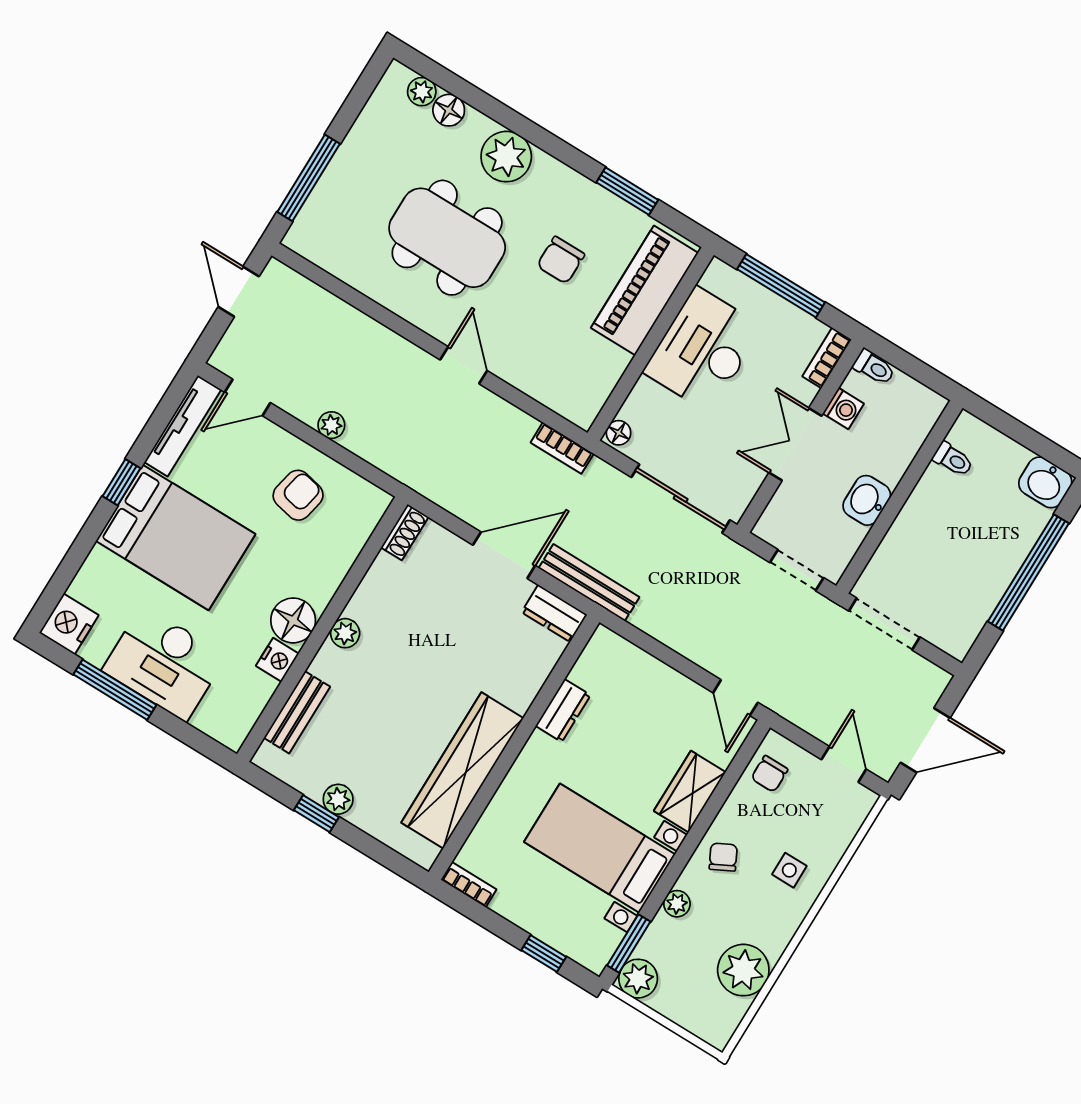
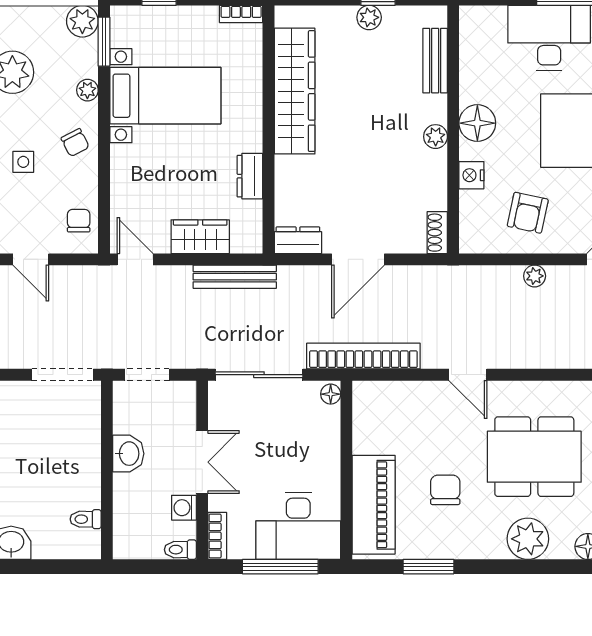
desk: (703, 350) -> (298, 526), moved, turned 90
bookcase: (562, 448) -> (363, 356), width x2.31, depth x1.31
bench: (589, 583) -> (235, 277), moved
nightstand: (277, 660) -> (471, 175), moved
wardrobe: (690, 792) -> (200, 237), moved, turned -90

